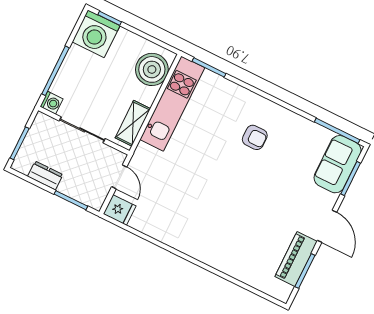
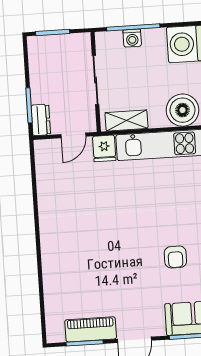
washing machine: (52, 103) -> (132, 38), moved
armchair: (255, 137) -> (175, 257), moved
dresser: (45, 175) -> (41, 120), moved
fridge: (120, 210) -> (104, 148), moved

